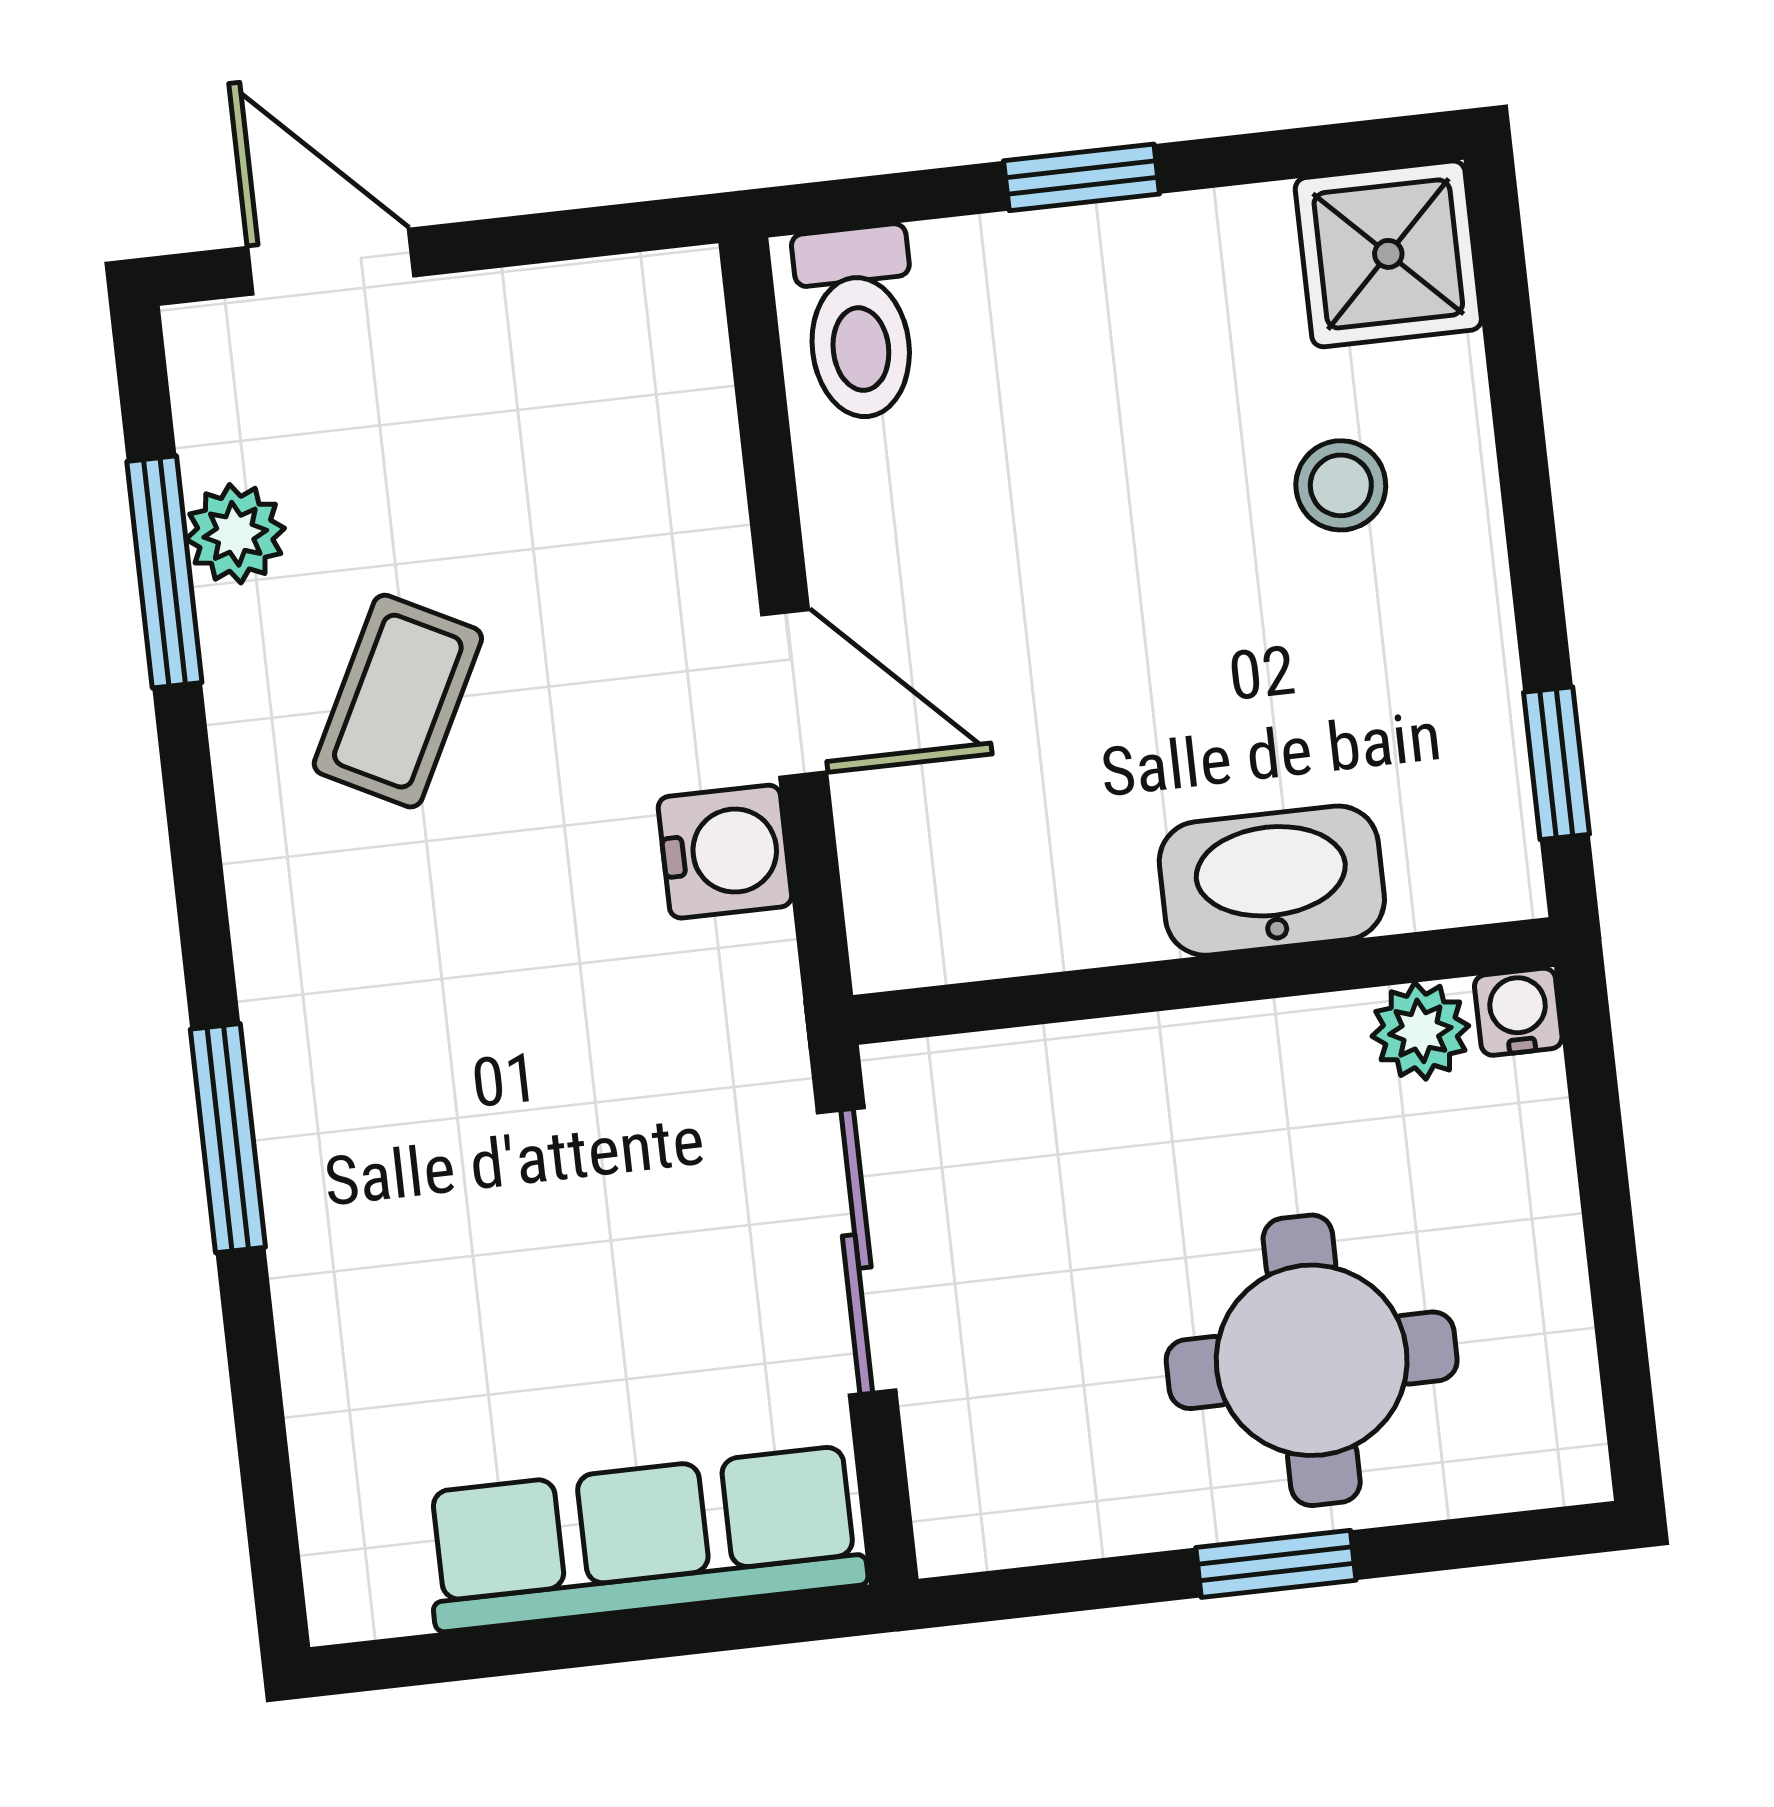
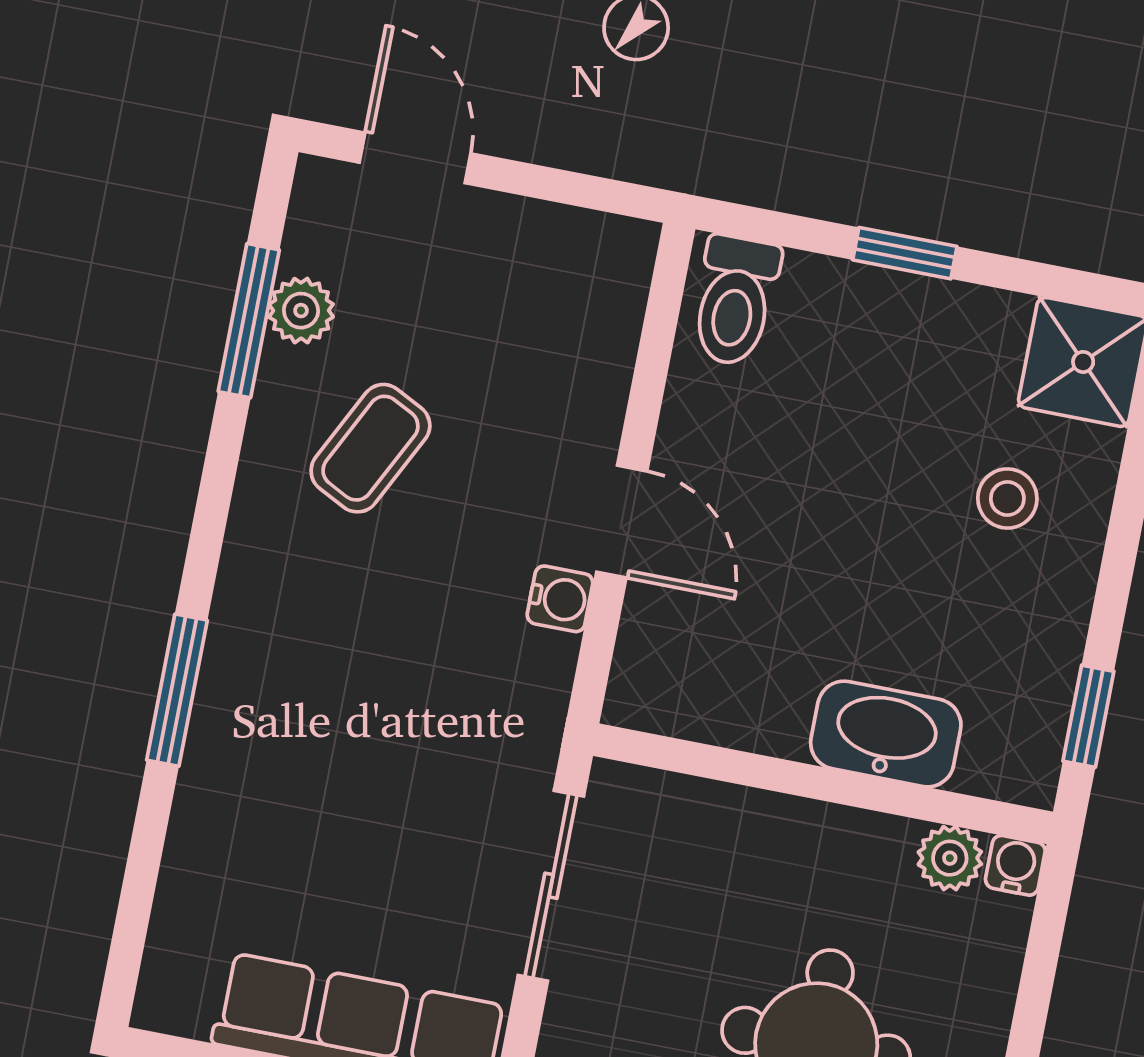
water cooler: (725, 852) -> (560, 599), width x0.72, depth x0.72

